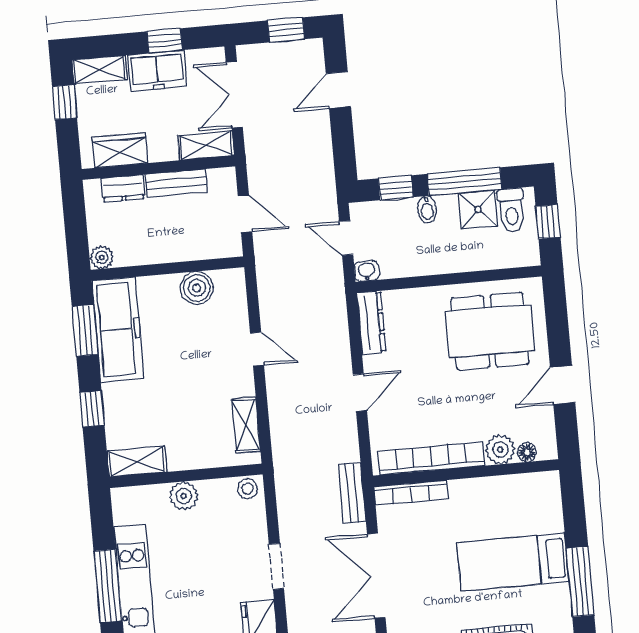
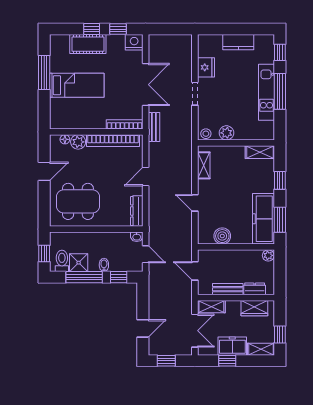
plant: (184, 496) -> (226, 133), moved

